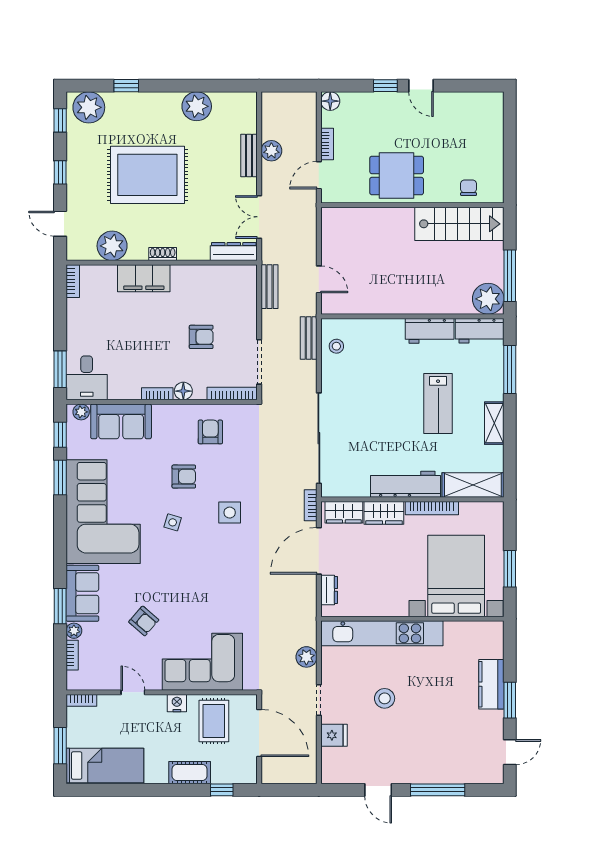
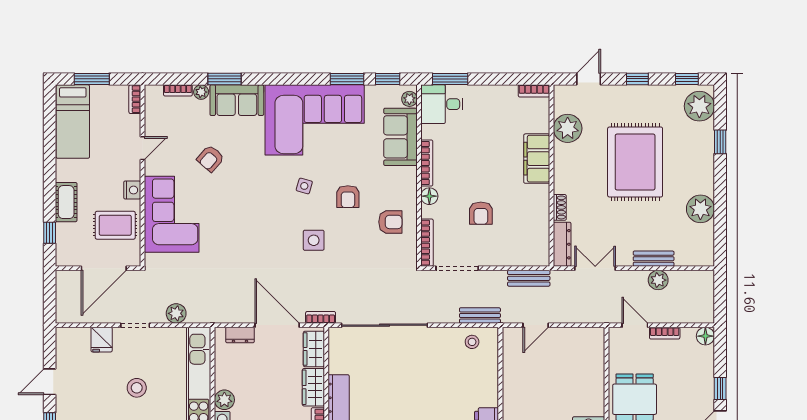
shoe rack: (163, 254) -> (560, 207), moved
bookcase: (157, 394) -> (427, 163), width x1.56
plant: (397, 606) -> (224, 400), added

